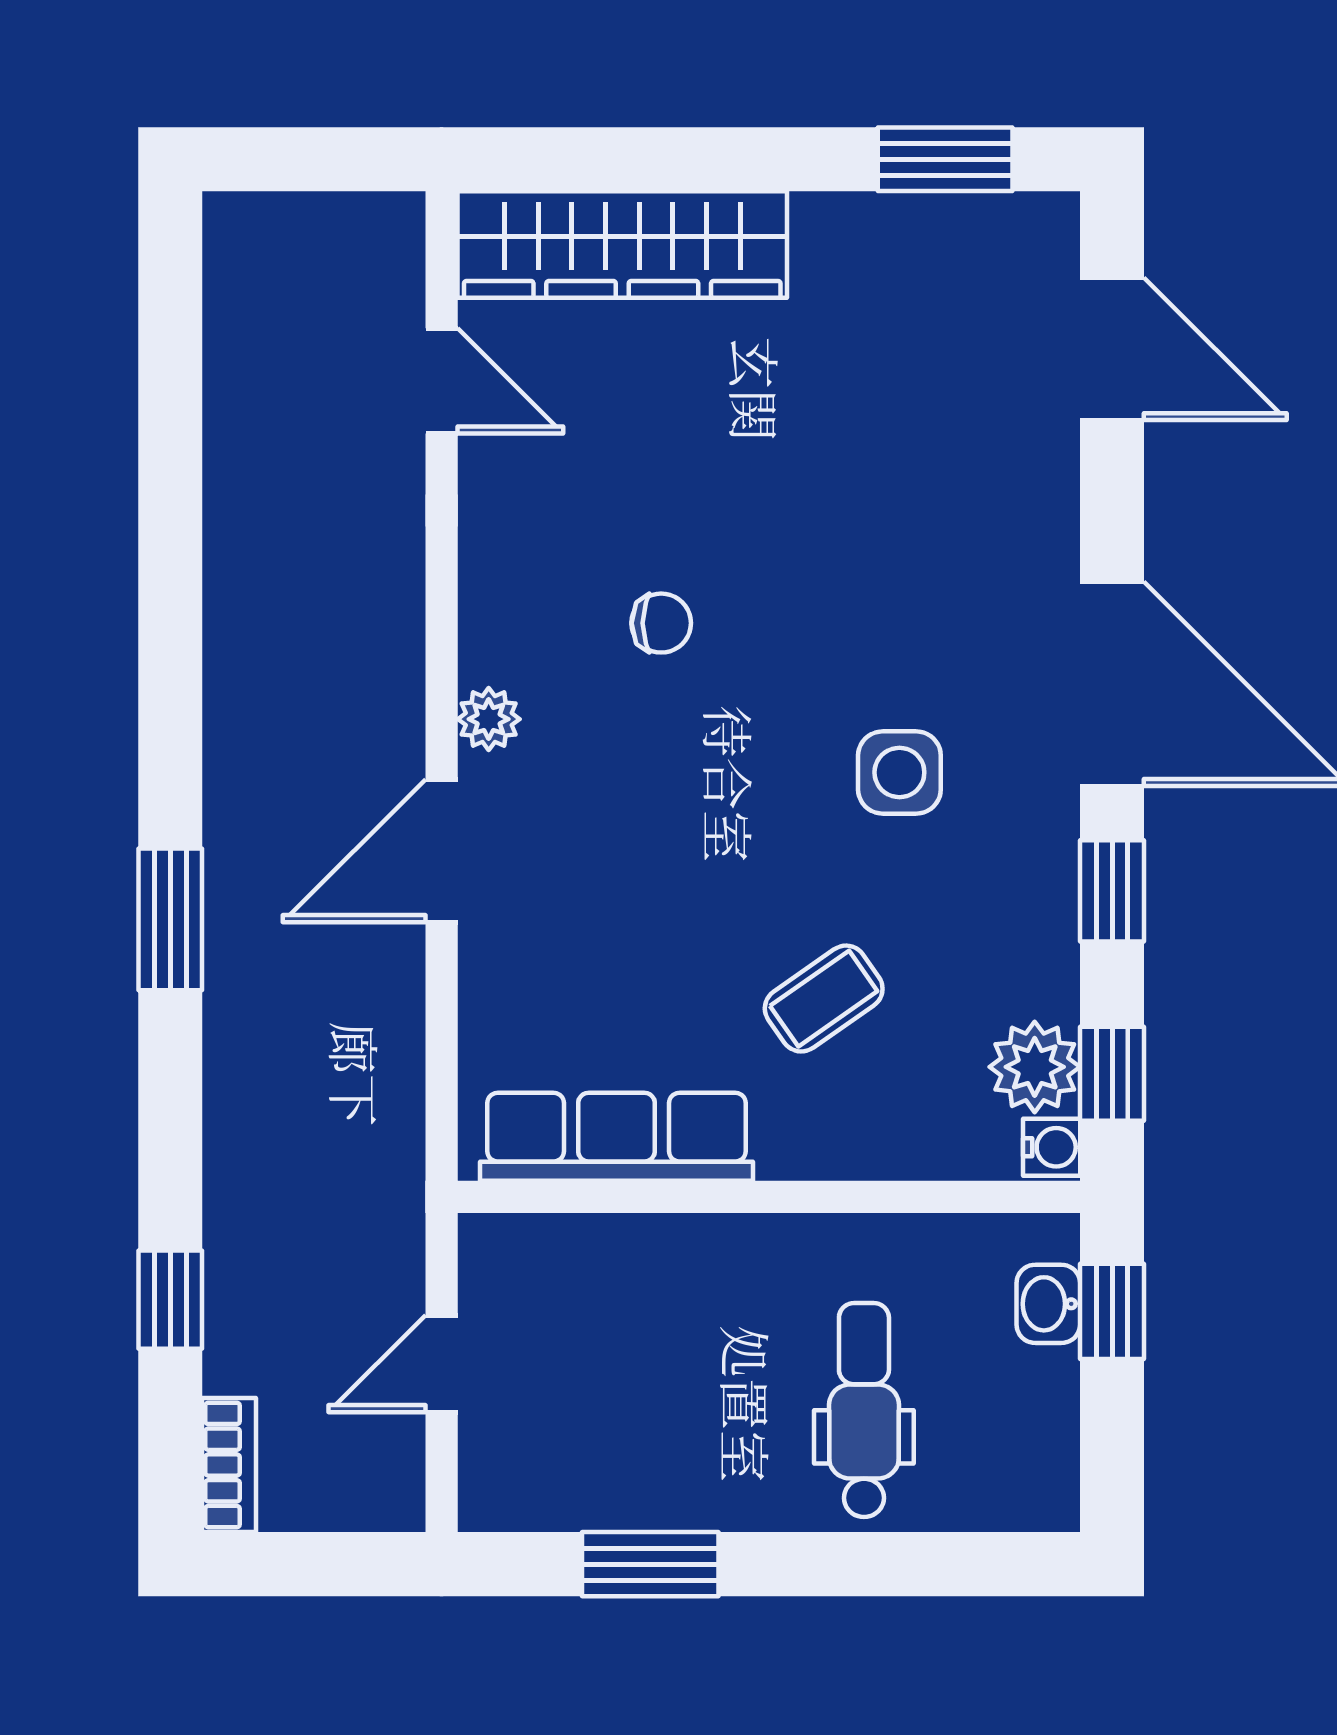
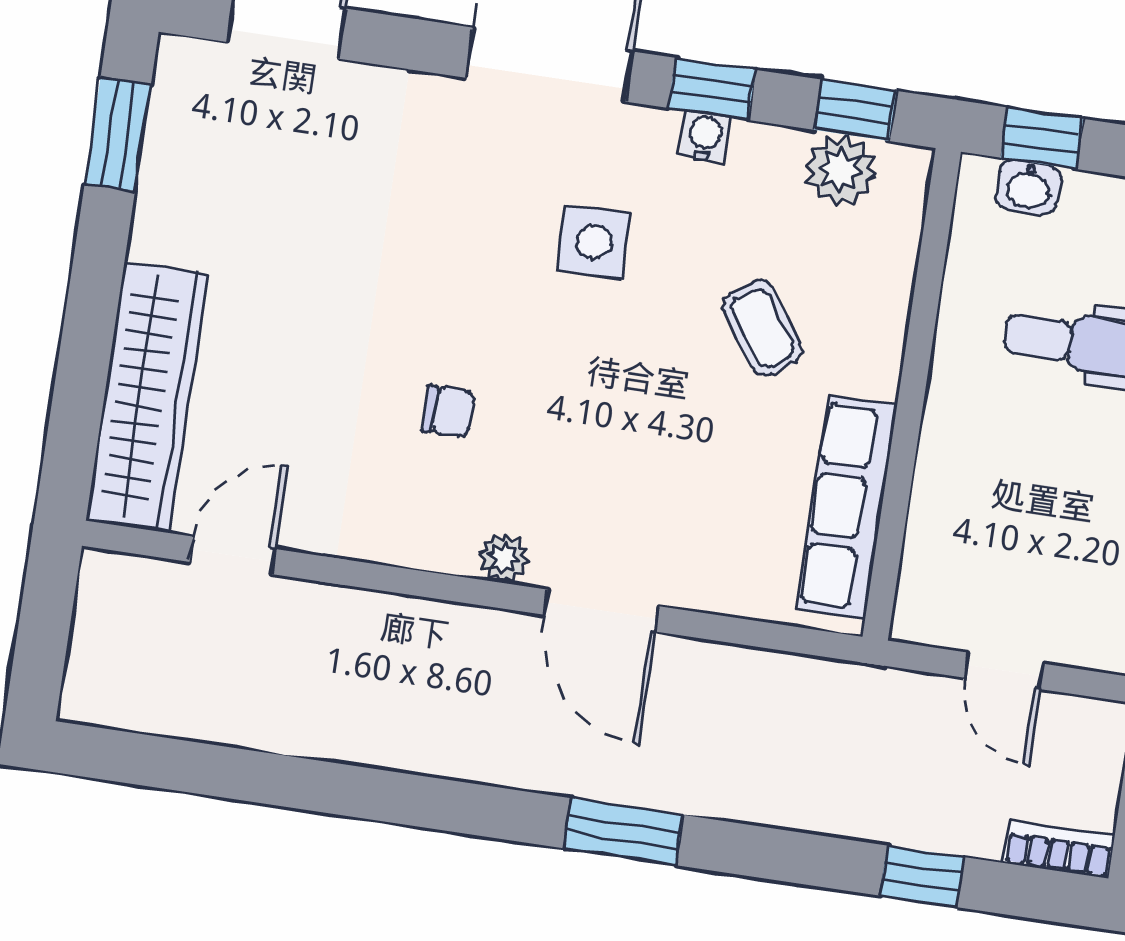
chair: (661, 623) -> (449, 411), turned 90
water cooler: (1052, 1147) -> (705, 136), moved

